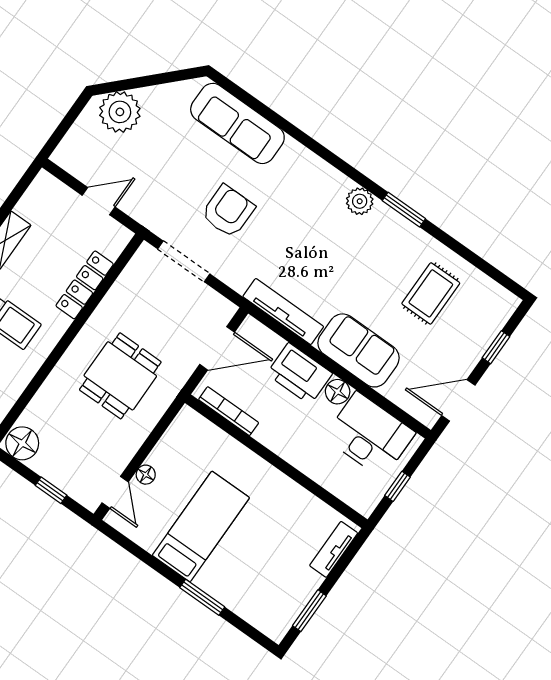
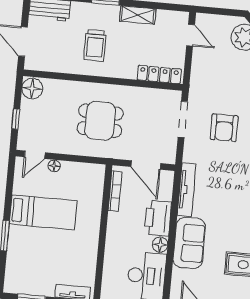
door: (99, 201) -> (191, 35), moved
armchair: (228, 211) -> (224, 128), turned 90
locker: (85, 285) -> (159, 74), moved

